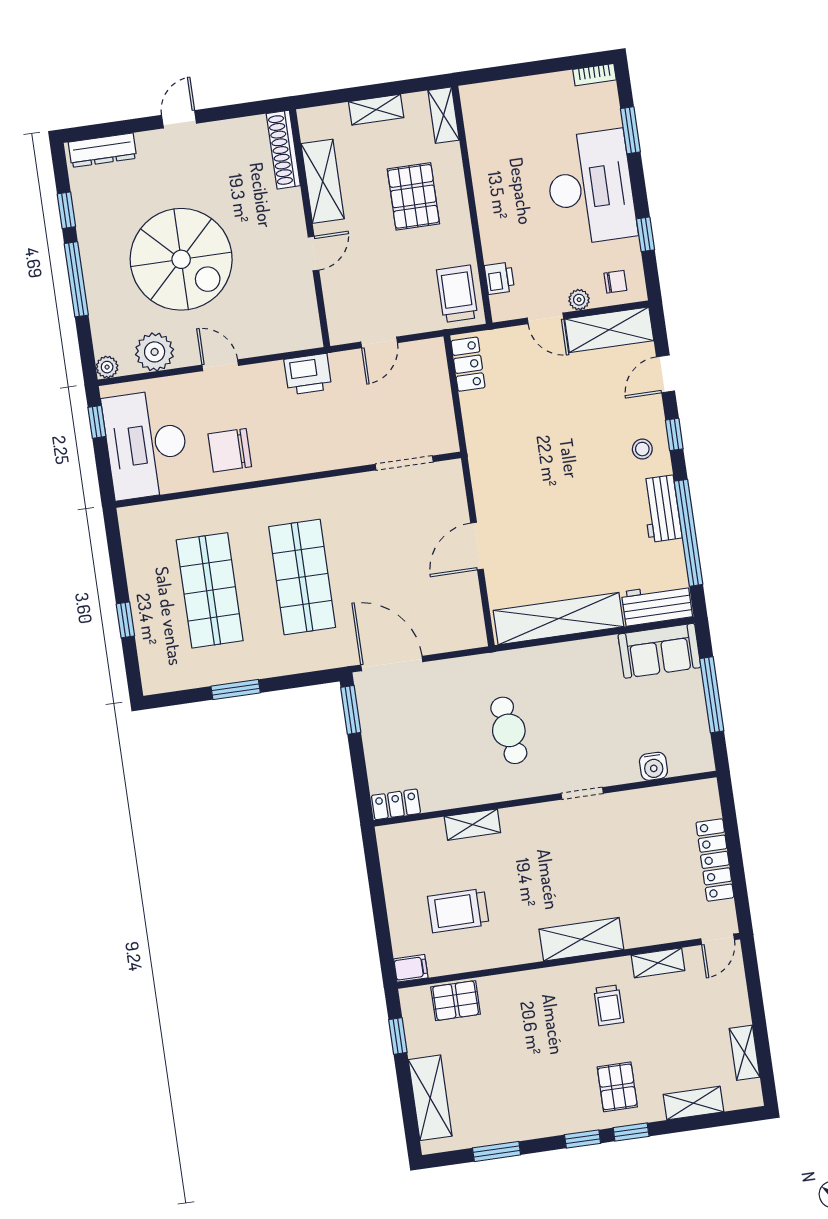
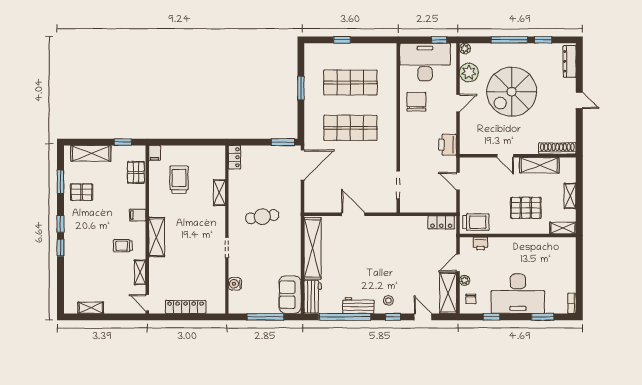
filing cabinet: (542, 985) -> (138, 215), added
pallet: (617, 1087) -> (82, 192), moved
shelving: (693, 1103) -> (70, 280), removed

